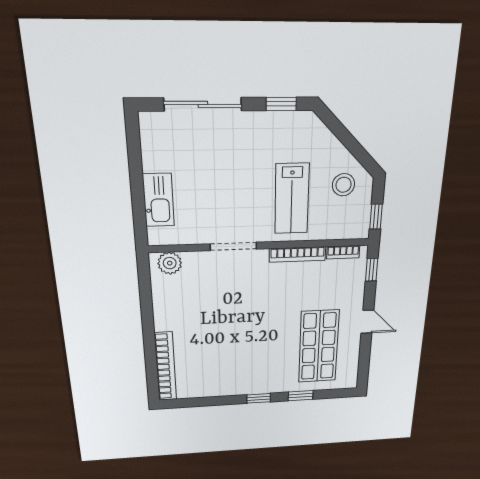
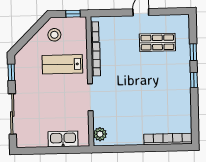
lab bench: (292, 199) -> (62, 64), turned 180
window: (372, 270) -> (106, 13), removed
shop shelf: (319, 347) -> (157, 42), width x0.70, depth x0.74

